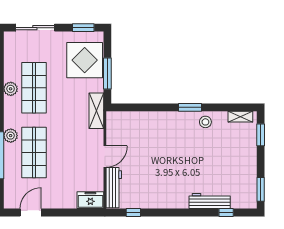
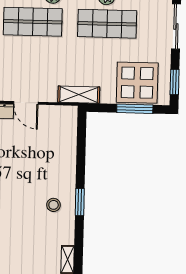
window: (107, 74) -> (135, 109), moved
stool: (205, 122) -> (54, 205), moved

